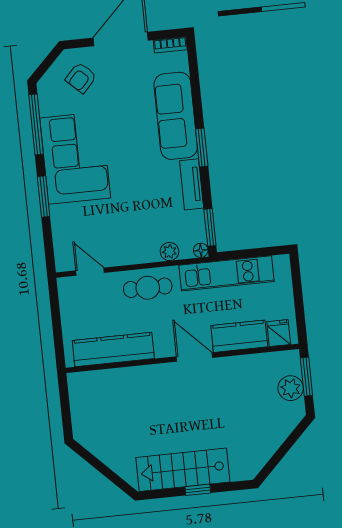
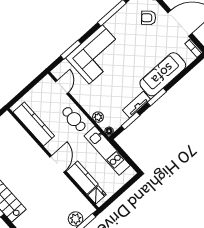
corner sofa: (75, 158) -> (96, 54), moved
window: (44, 197) -> (71, 50), moved
window: (210, 227) -> (131, 121), moved

